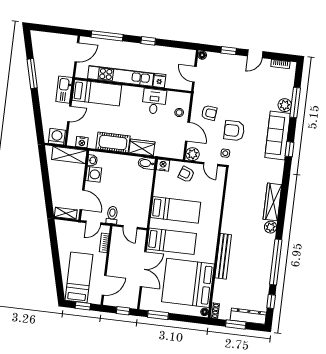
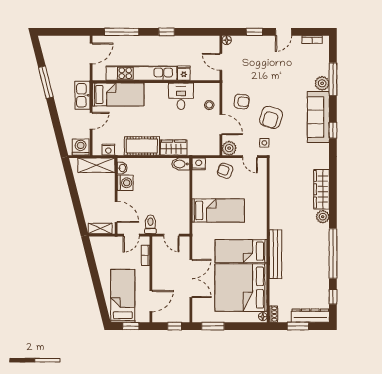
armchair: (234, 131) -> (271, 117), turned -73
bed: (172, 241) -> (241, 251), moved, turned 180

